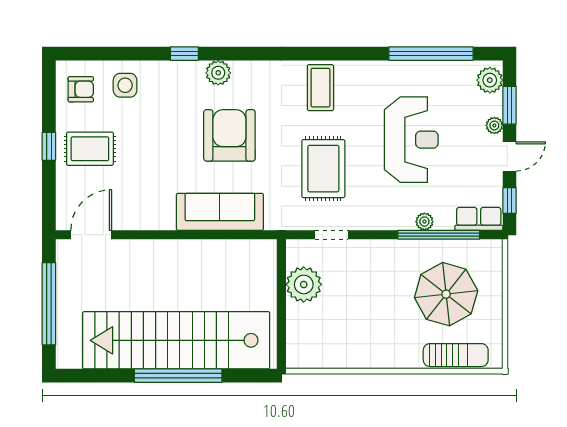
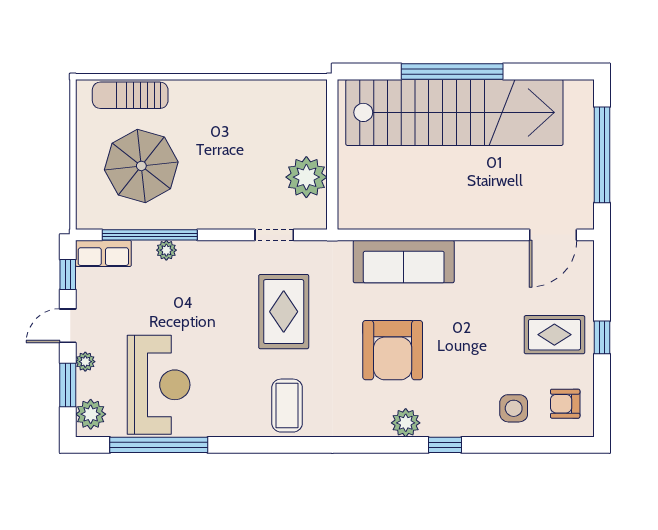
reception desk: (411, 140) -> (159, 385), moved, turned 180

